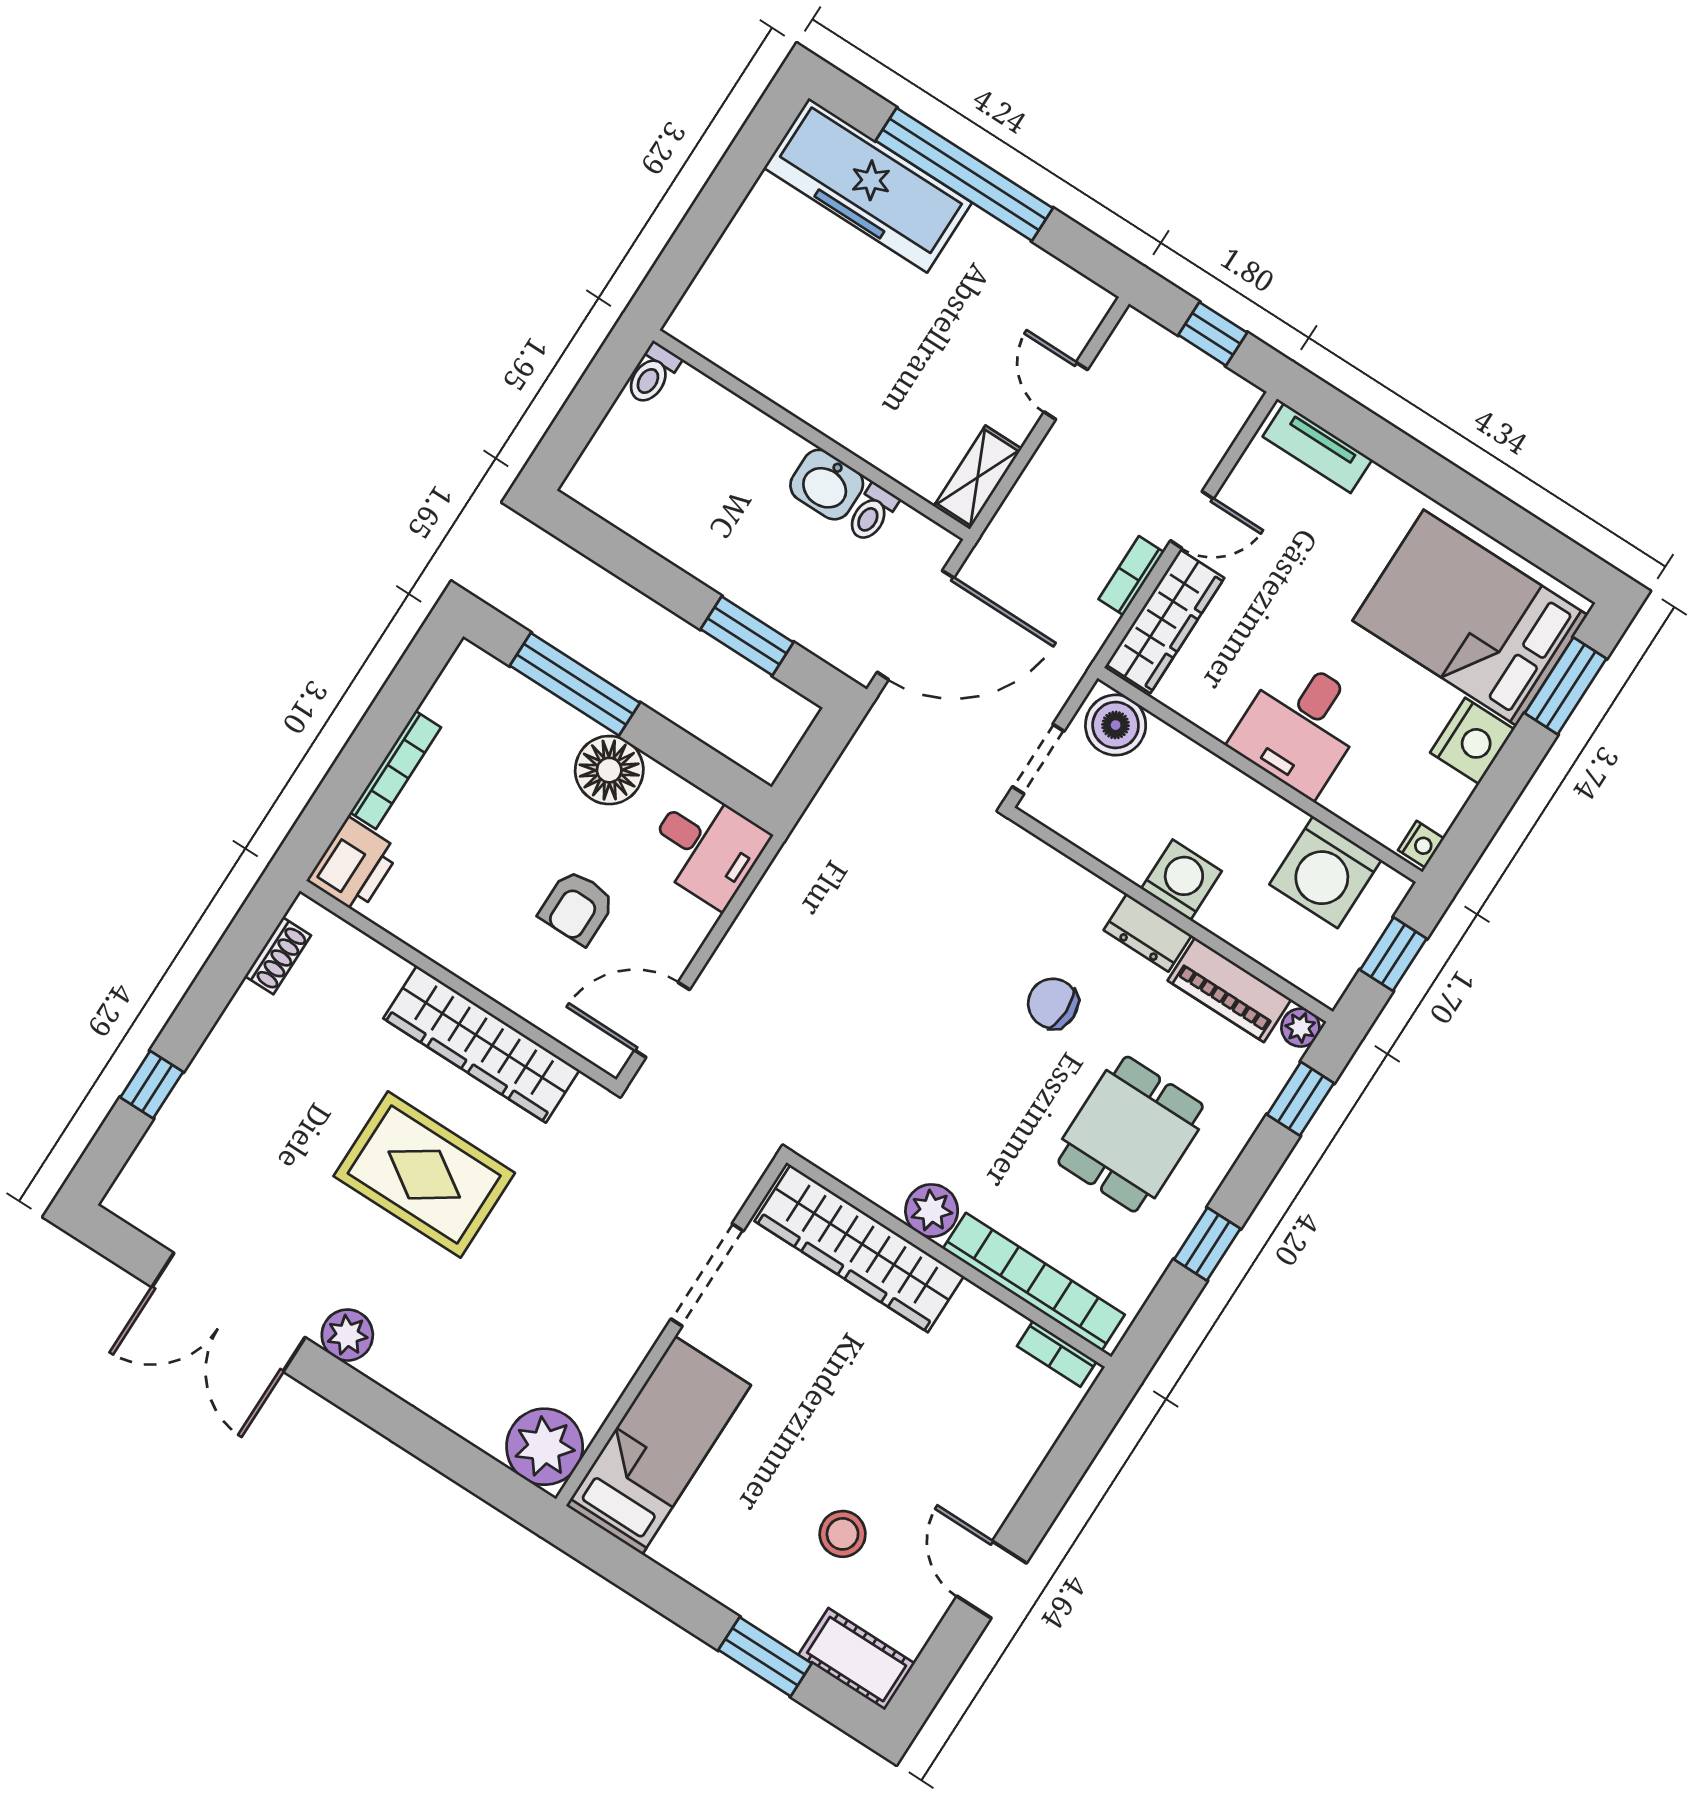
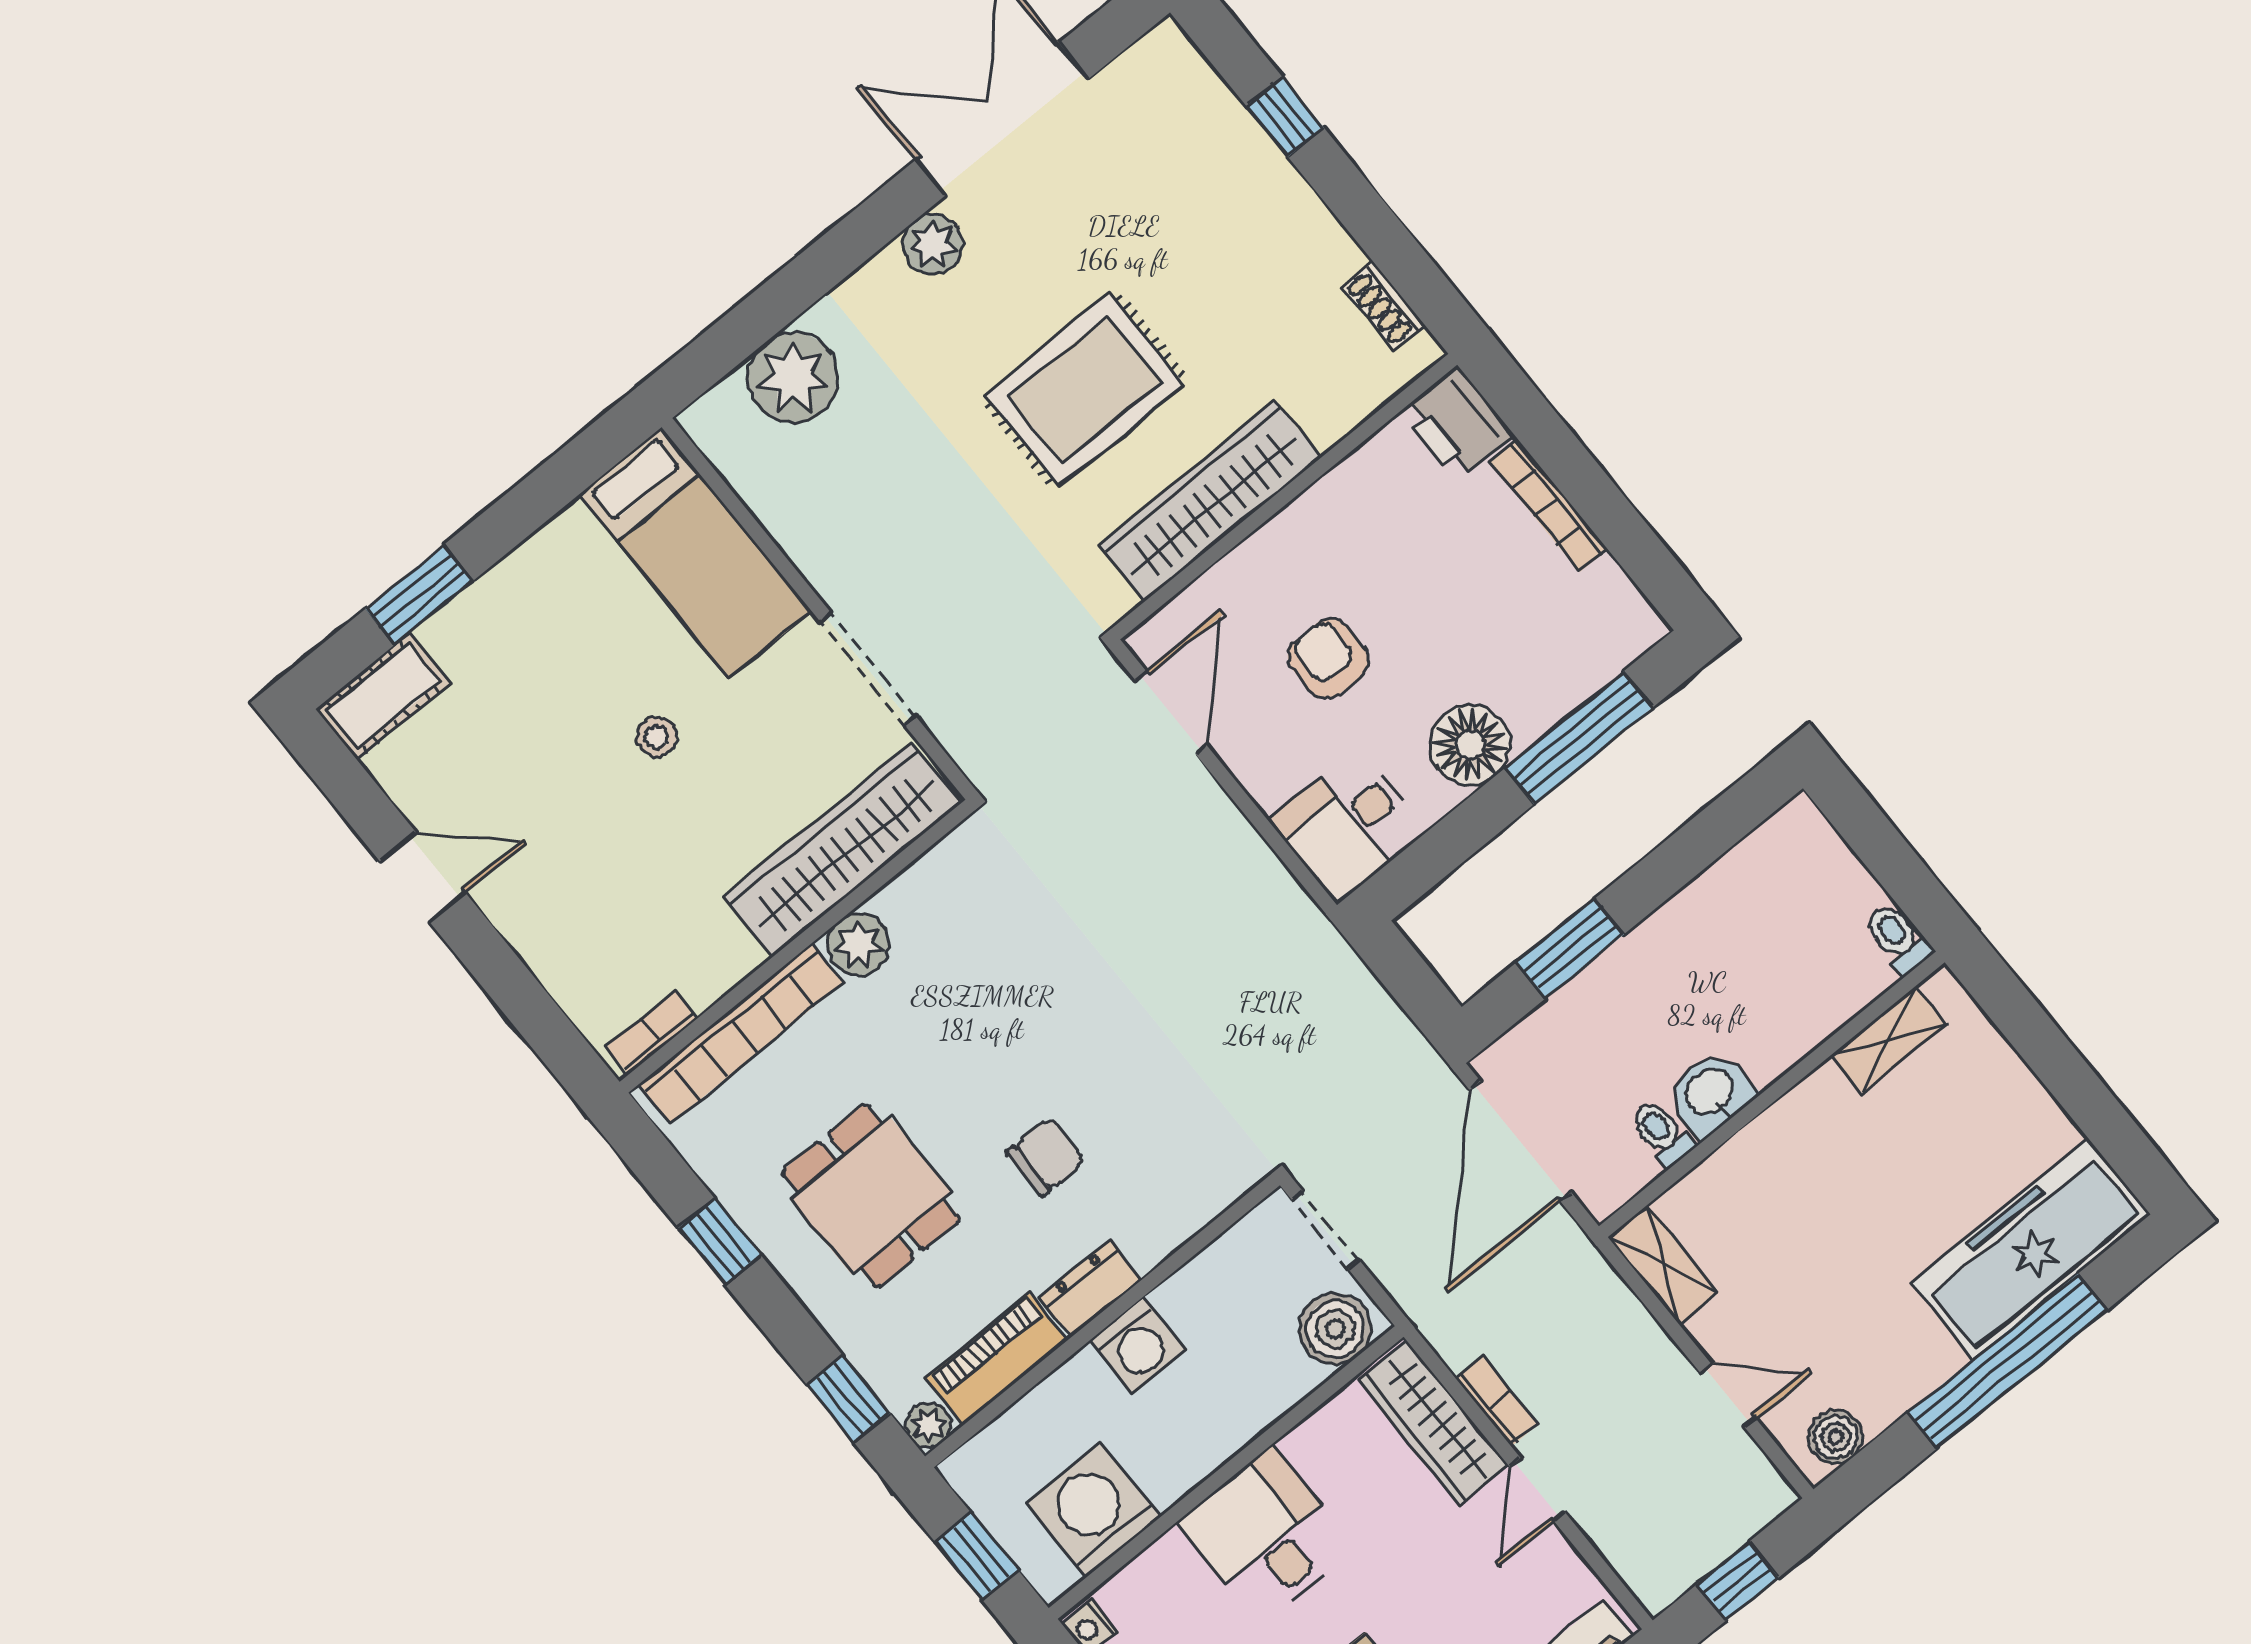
boiler: (1071, 293) -> (1836, 1437), added
shelving: (736, 355) -> (1889, 1039), added
plant: (545, 1447) -> (793, 378), moved
stool: (843, 1534) -> (656, 737), moved, width x0.73, depth x0.73

